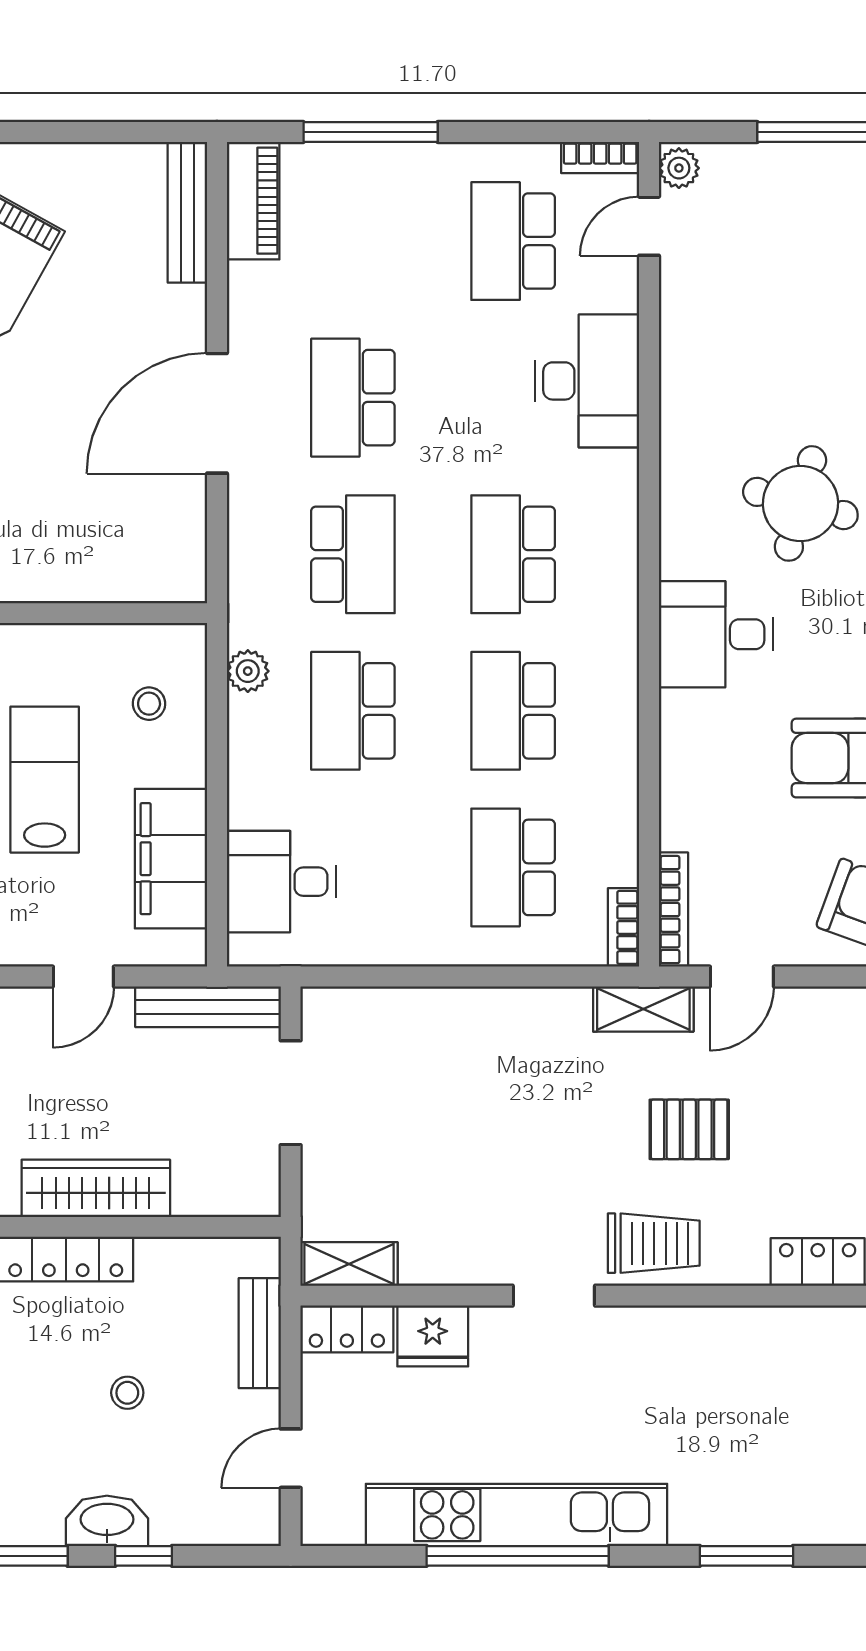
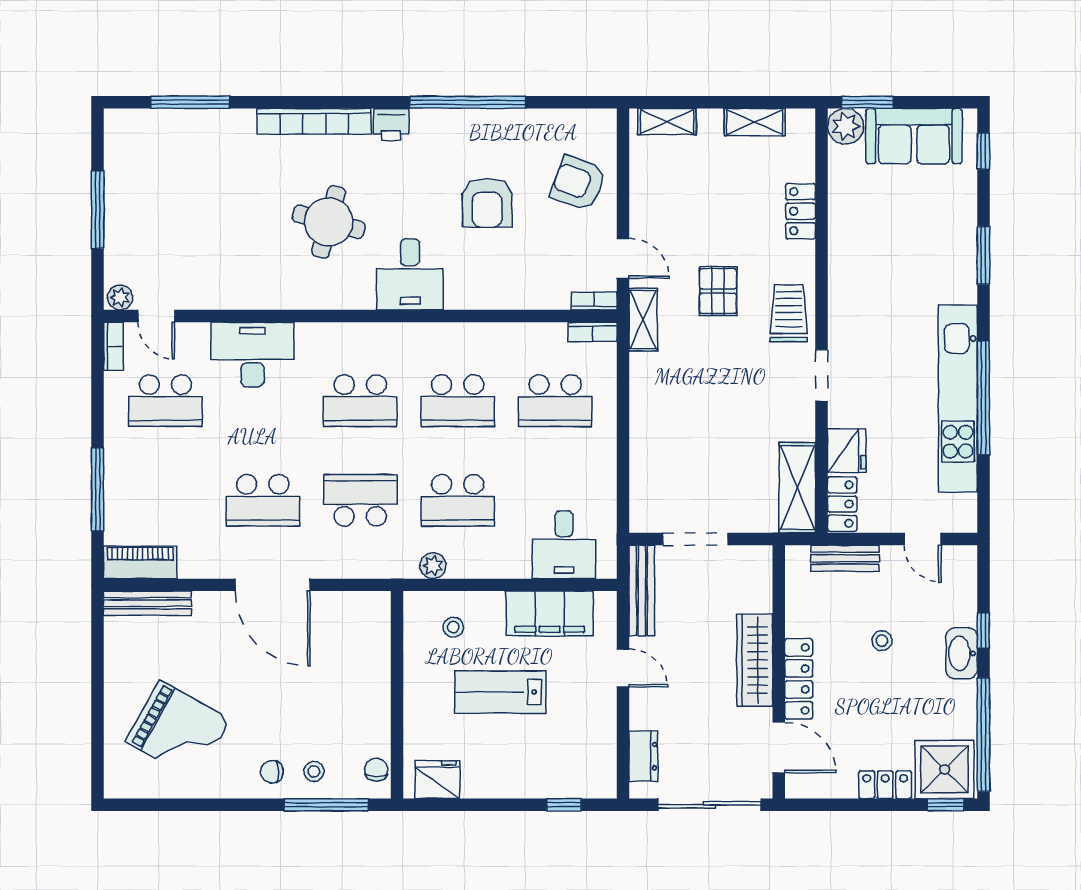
bookcase: (673, 910) -> (594, 301), width x0.64
shelving: (349, 1264) -> (797, 488), width x1.50, depth x1.33

